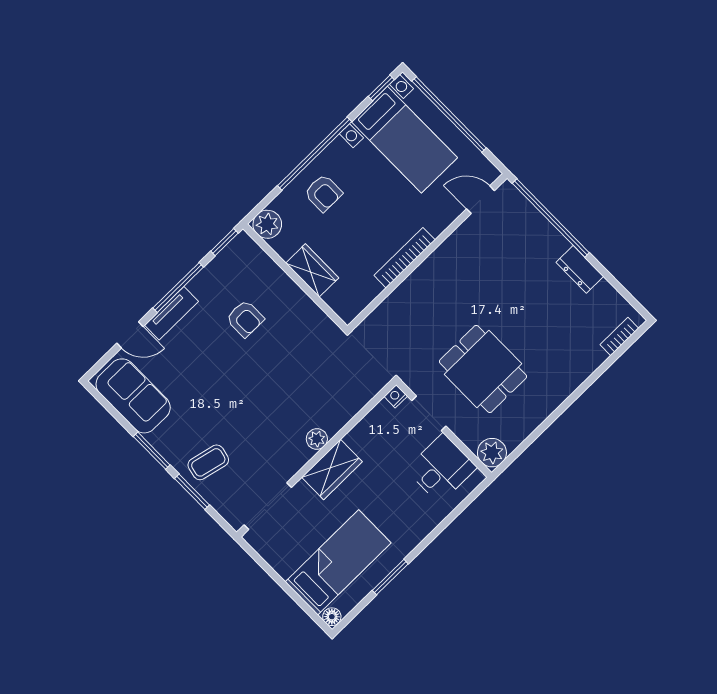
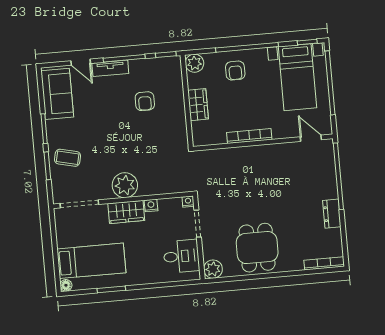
bookcase: (619, 336) -> (324, 263), width x1.56
dining table: (483, 369) -> (257, 248), moved
nightstand: (355, 437) -> (151, 206), added
plant: (317, 439) -> (125, 185), width x1.88, depth x1.88

